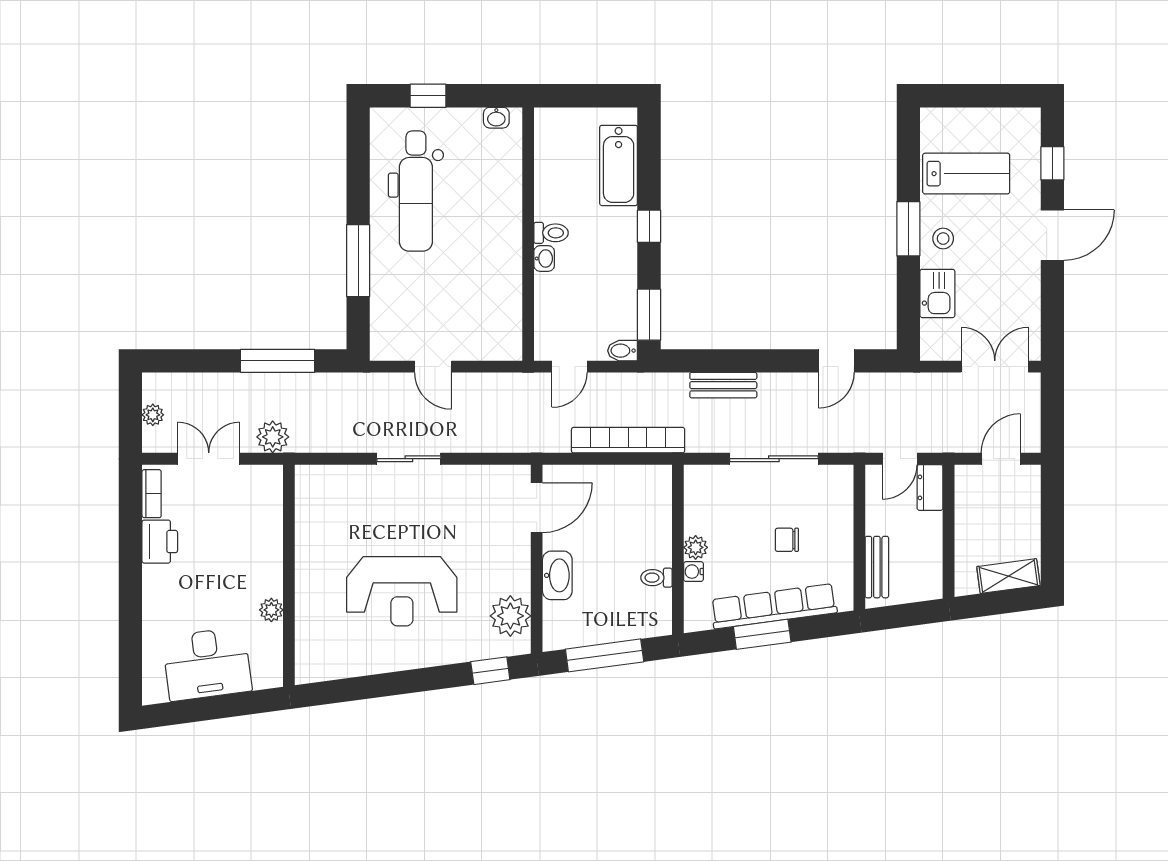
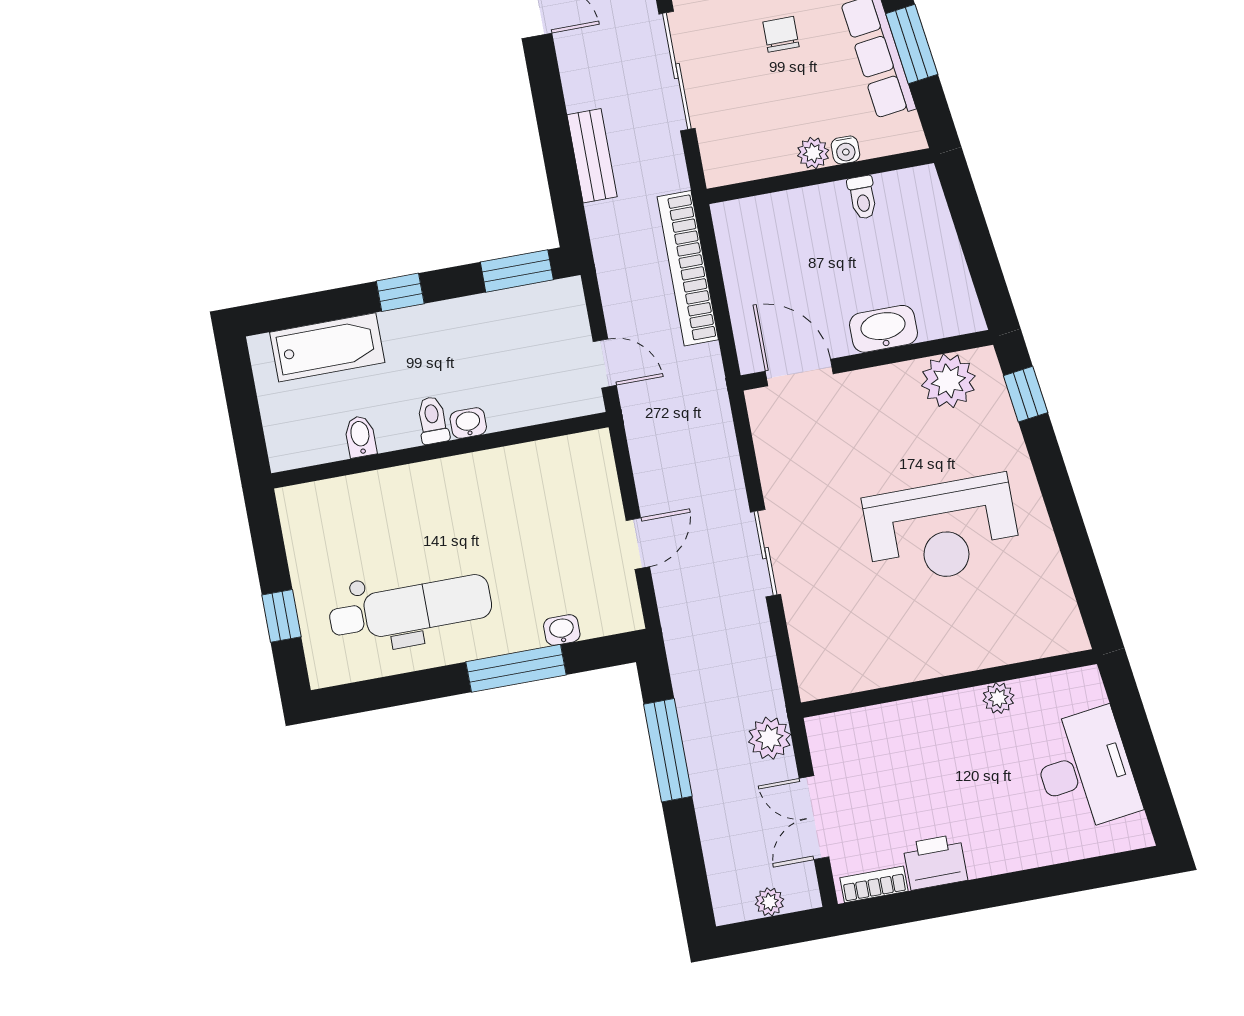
washbasin: (496, 118) -> (562, 630), moved, turned -90
bidet: (623, 351) -> (360, 436), moved, turned 180
chair: (787, 540) -> (781, 34), turned 180
reception desk: (402, 591) -> (942, 530), turned 90
window: (605, 655) -> (978, 247), removed

